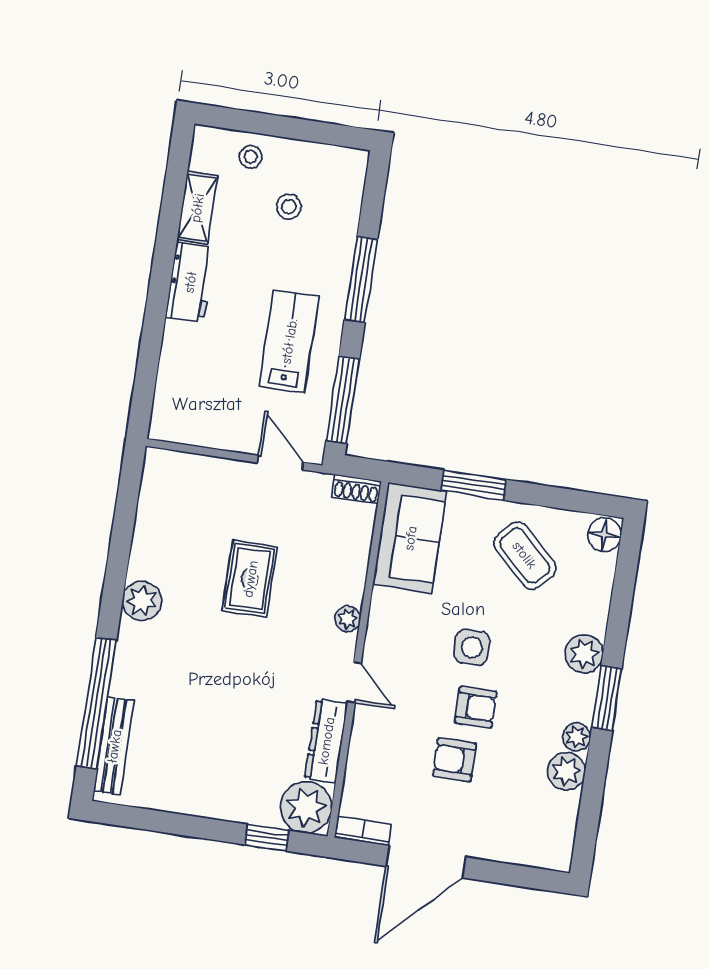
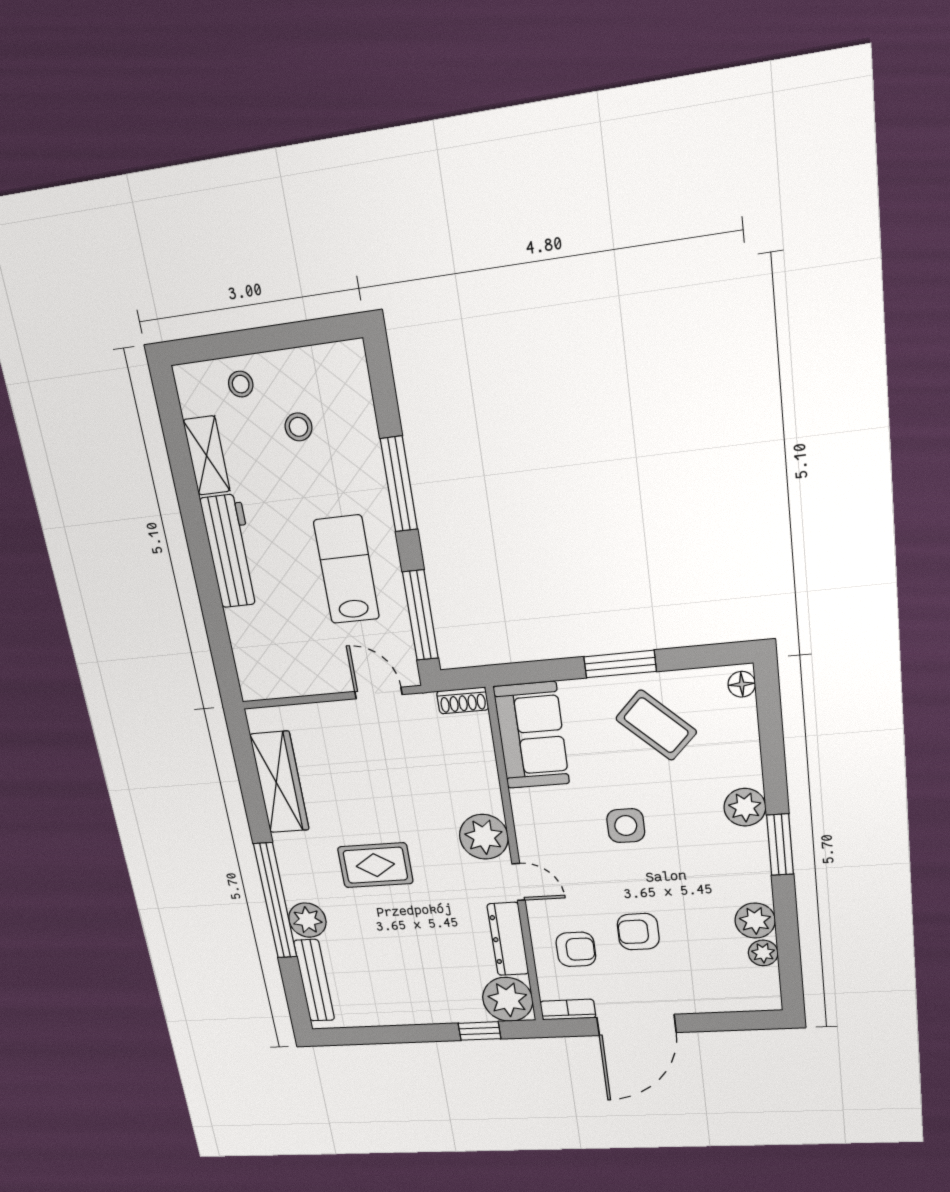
workbench: (190, 282) -> (231, 551), width x1.38
window: (474, 485) -> (620, 664), moved
wardrobe: (154, 527) -> (280, 782), added
floor lamp: (604, 535) -> (742, 684), width x0.73, depth x0.73
rug: (250, 579) -> (375, 865), moved, turned 90
plant: (142, 601) -> (307, 920), moved
plant: (348, 619) -> (484, 837), width x1.87, depth x1.87
window: (96, 703) -> (275, 901), moved
armchair: (476, 707) -> (576, 949), moved
plant: (577, 737) -> (763, 953), moved

